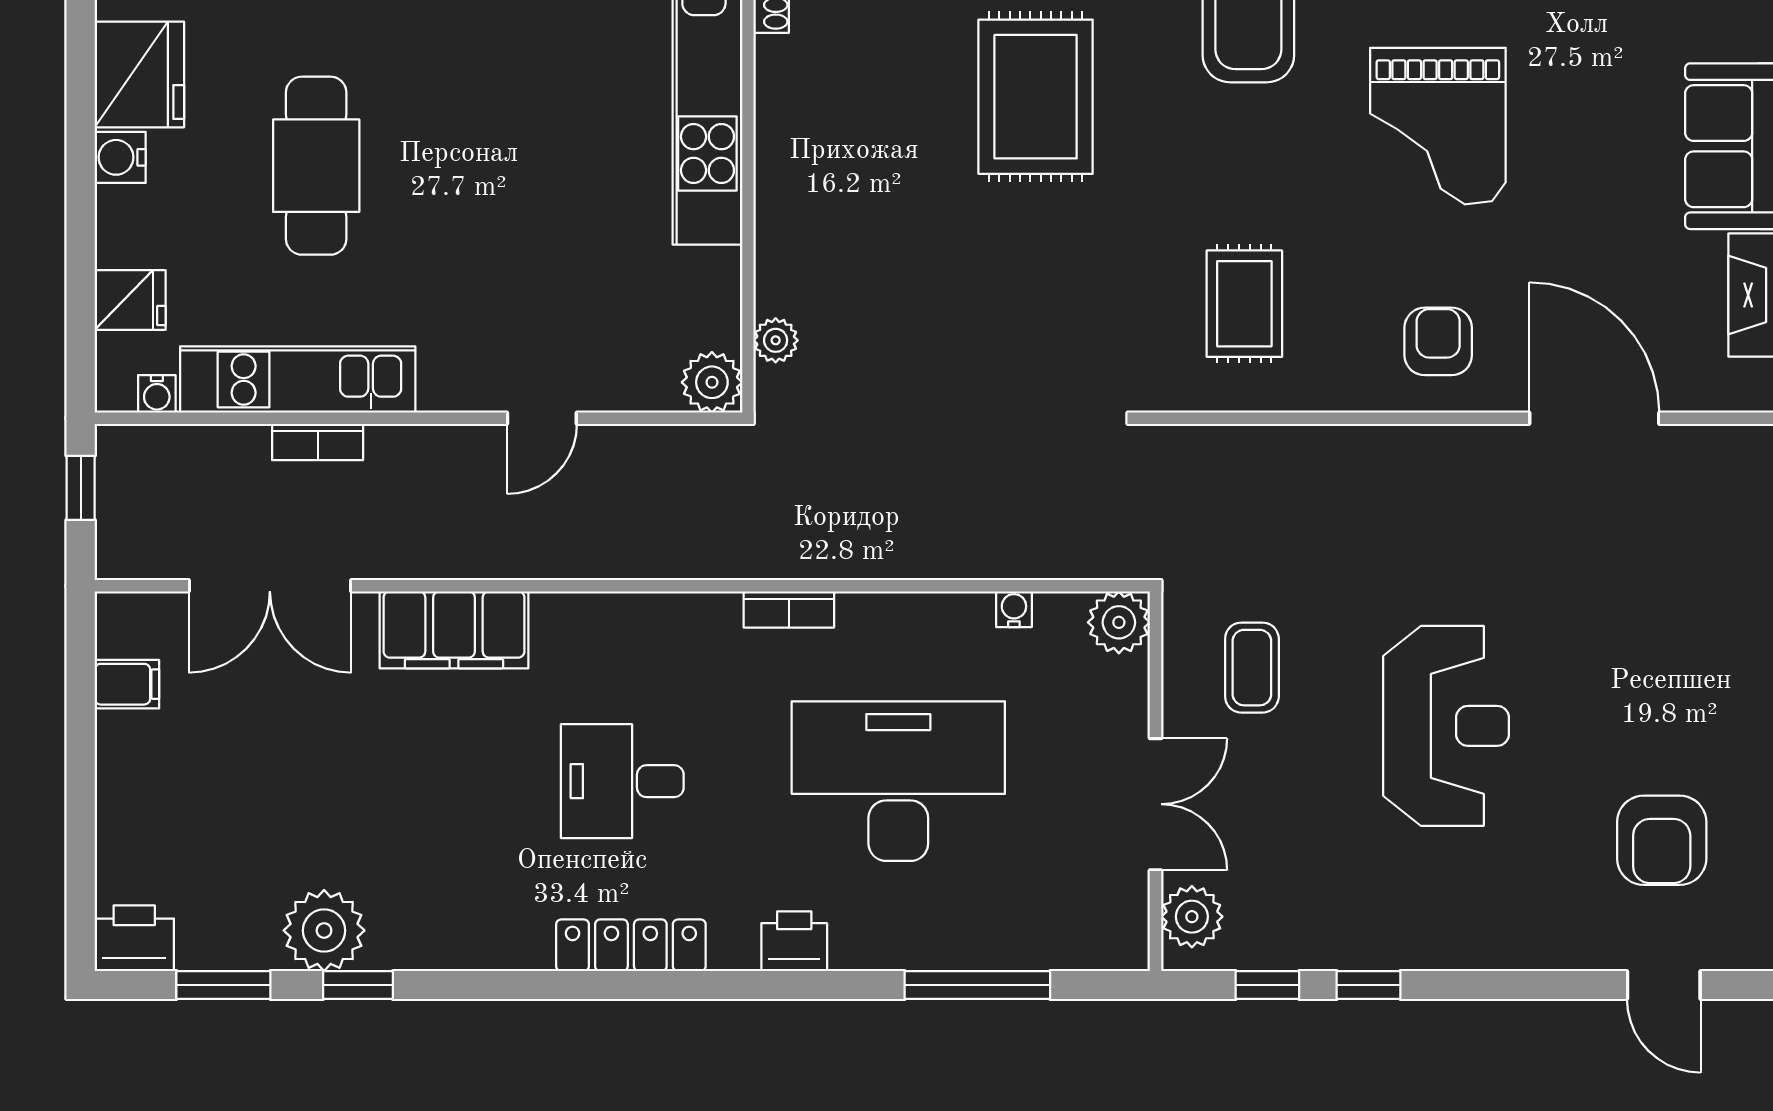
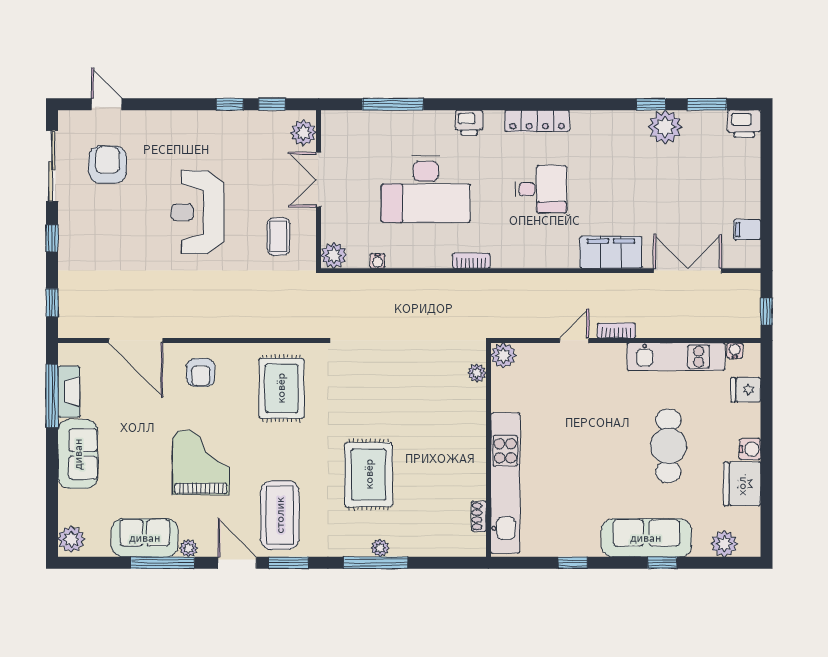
rug: (1244, 304) -> (281, 388), width x1.36, depth x1.43
bookcase: (318, 442) -> (616, 331), moved

